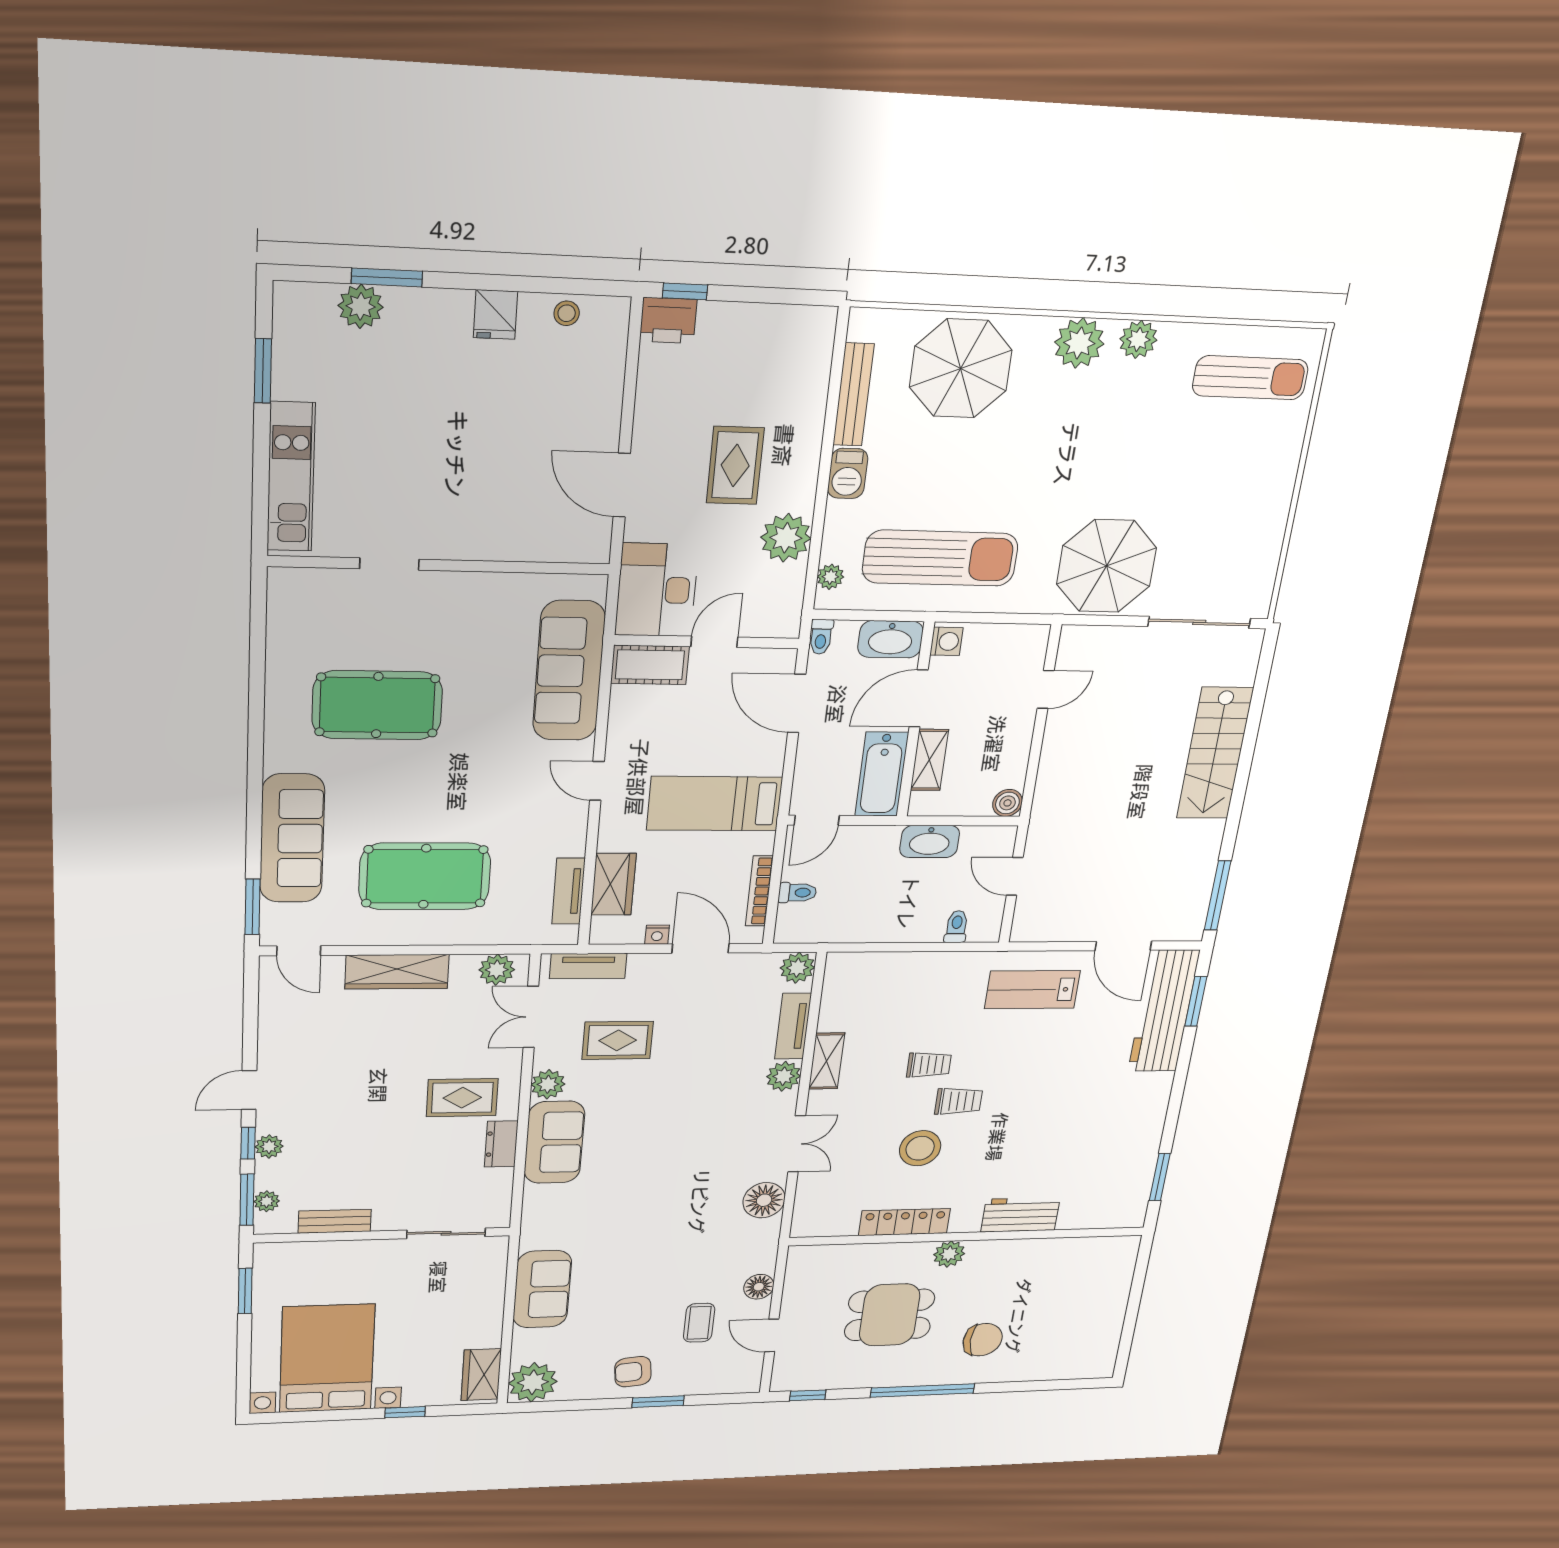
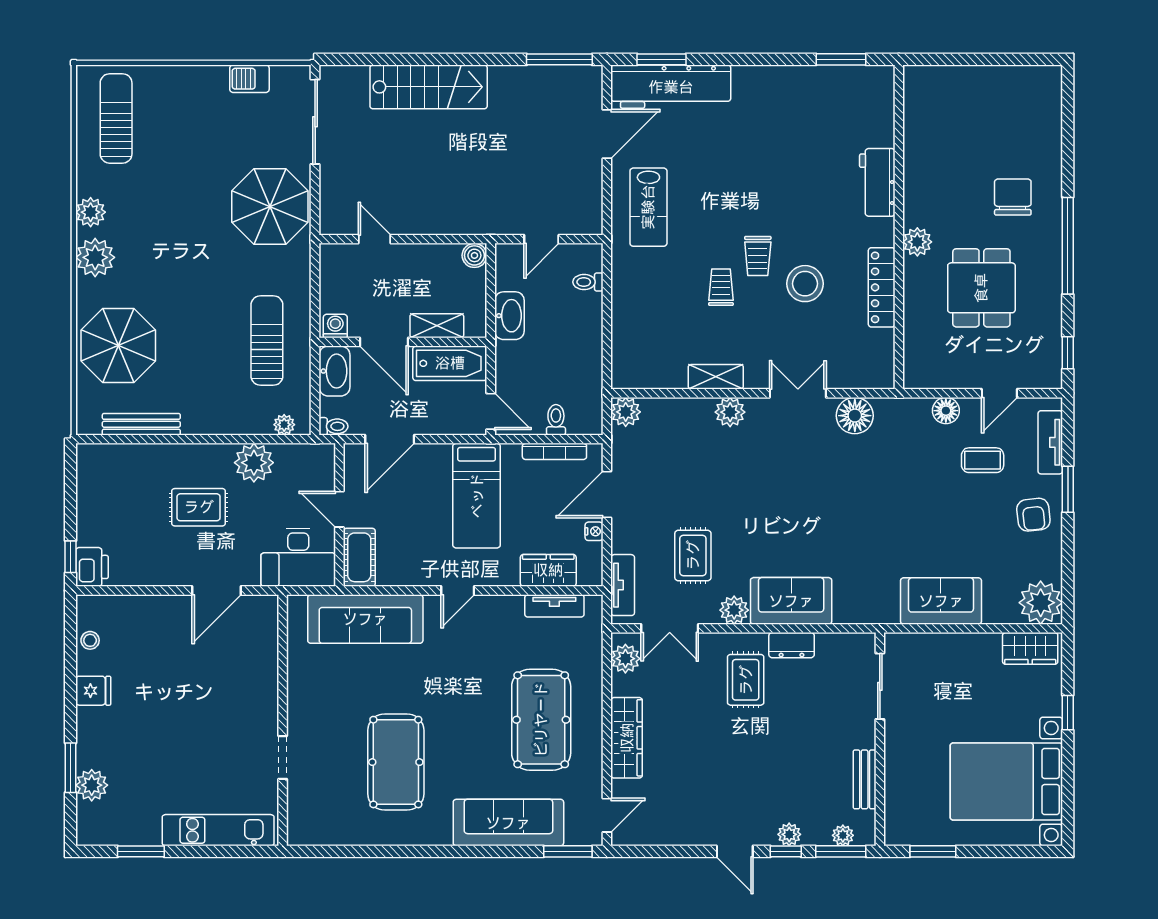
barbecue: (848, 473) -> (249, 79), moved, turned 180
sun lounger: (940, 558) -> (267, 340), width x0.73, depth x0.75
tv unit: (793, 1026) -> (1050, 442), moved, turned 90
trolley: (959, 1101) -> (758, 256), turned 180

